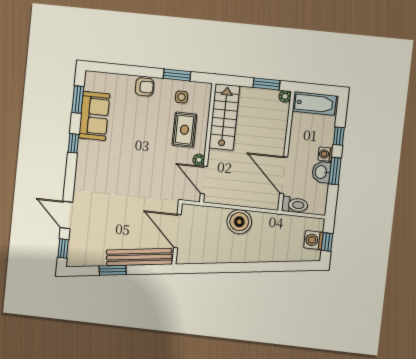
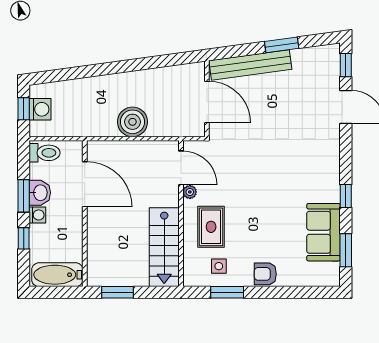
plant: (285, 96) -> (94, 280), removed
toilet: (295, 205) -> (45, 153), moved, turned 180

